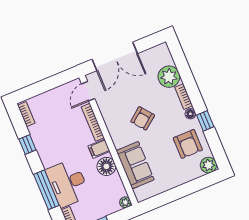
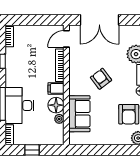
armchair: (143, 118) -> (101, 79), turned 91
plant: (125, 202) -> (59, 119), moved

